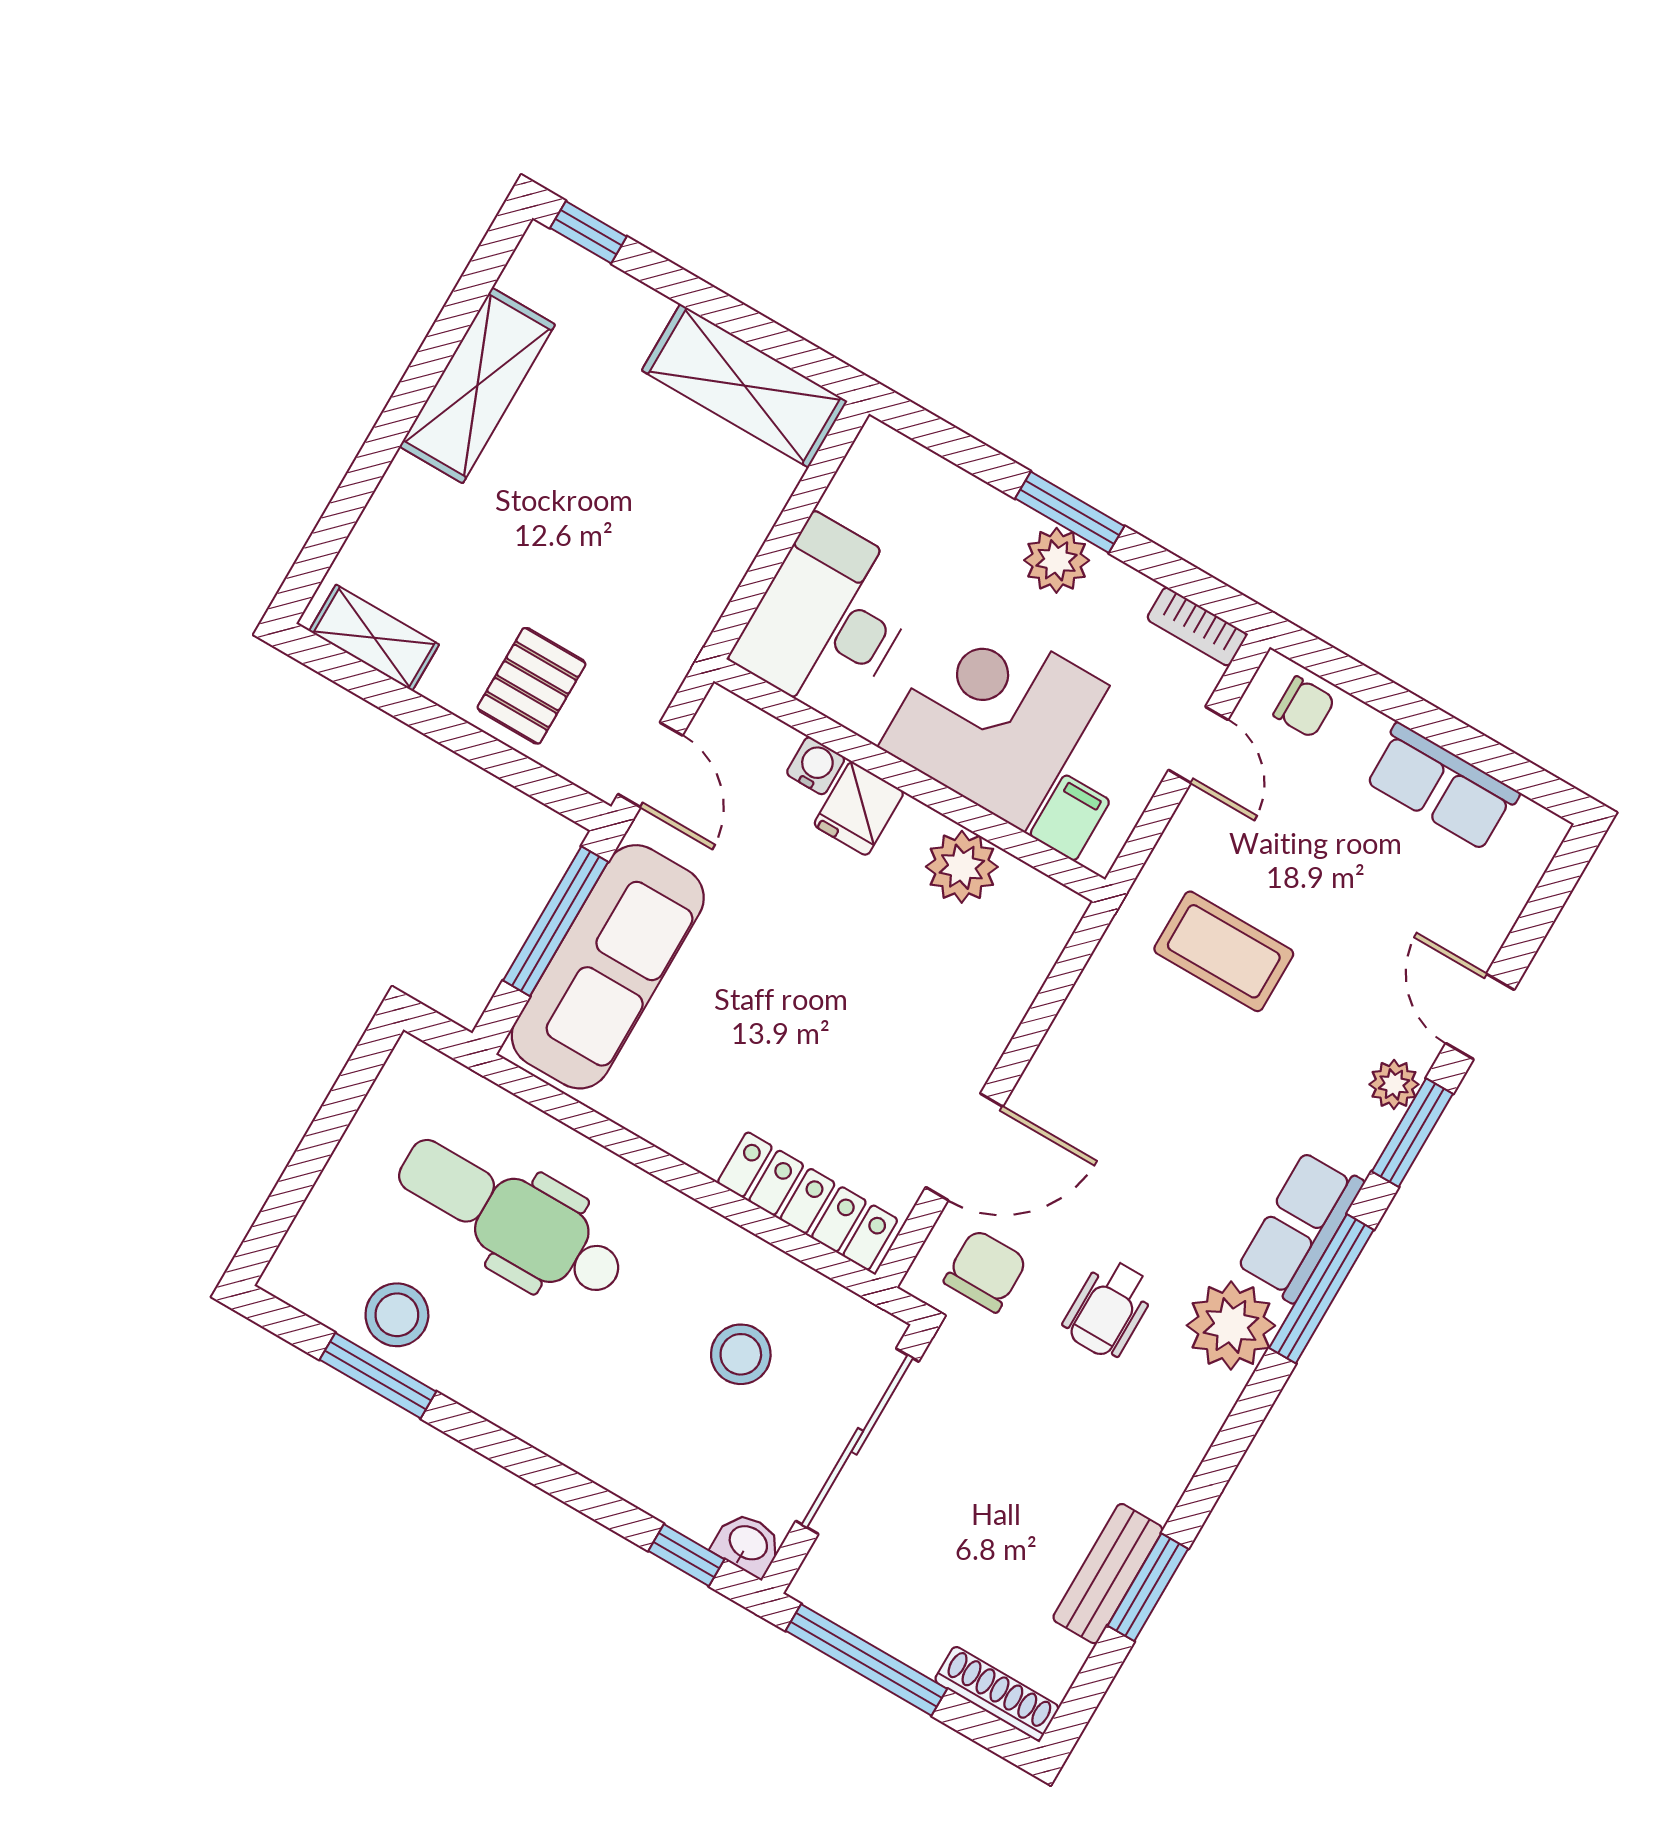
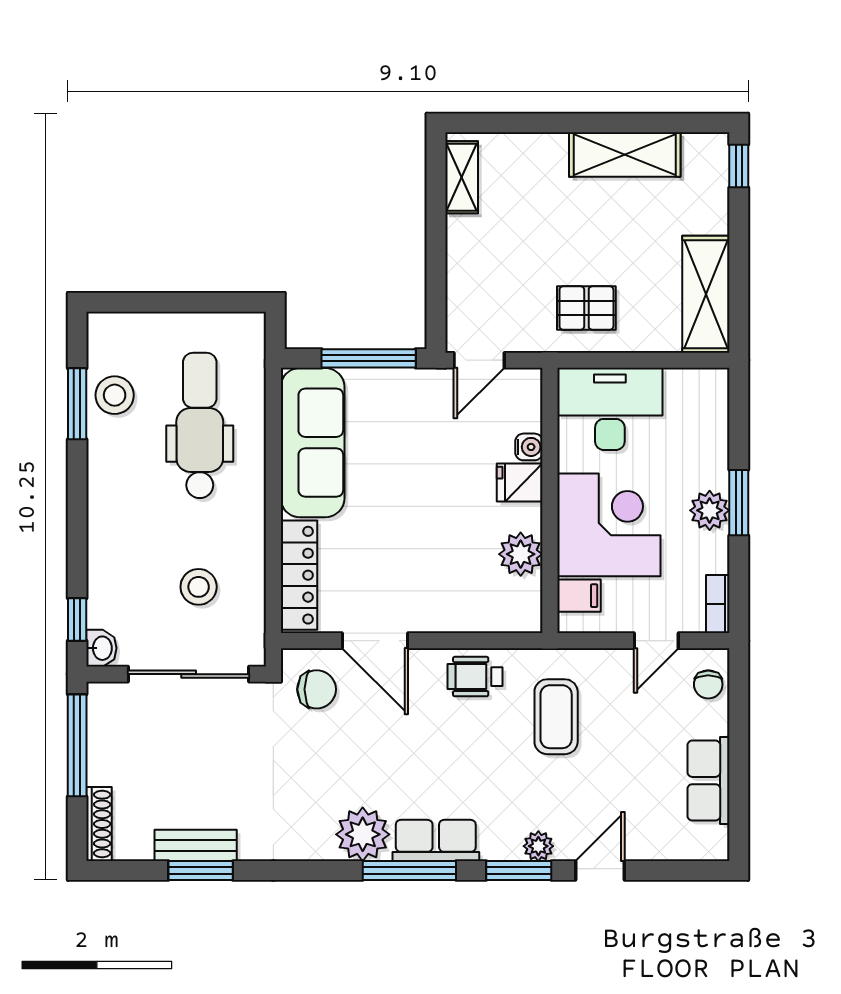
pallet: (531, 686) -> (586, 308), moved
sofa: (608, 967) -> (313, 443), moved, turned -90
wheelchair: (1109, 1309) -> (475, 677), moved

